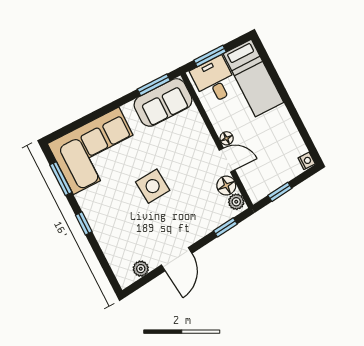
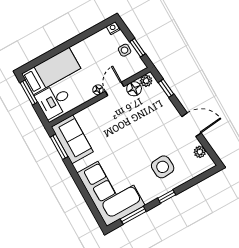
window: (210, 56) -> (29, 92), moved
side table: (277, 175) -> (125, 50), added
side table: (153, 186) -> (163, 167), moved

